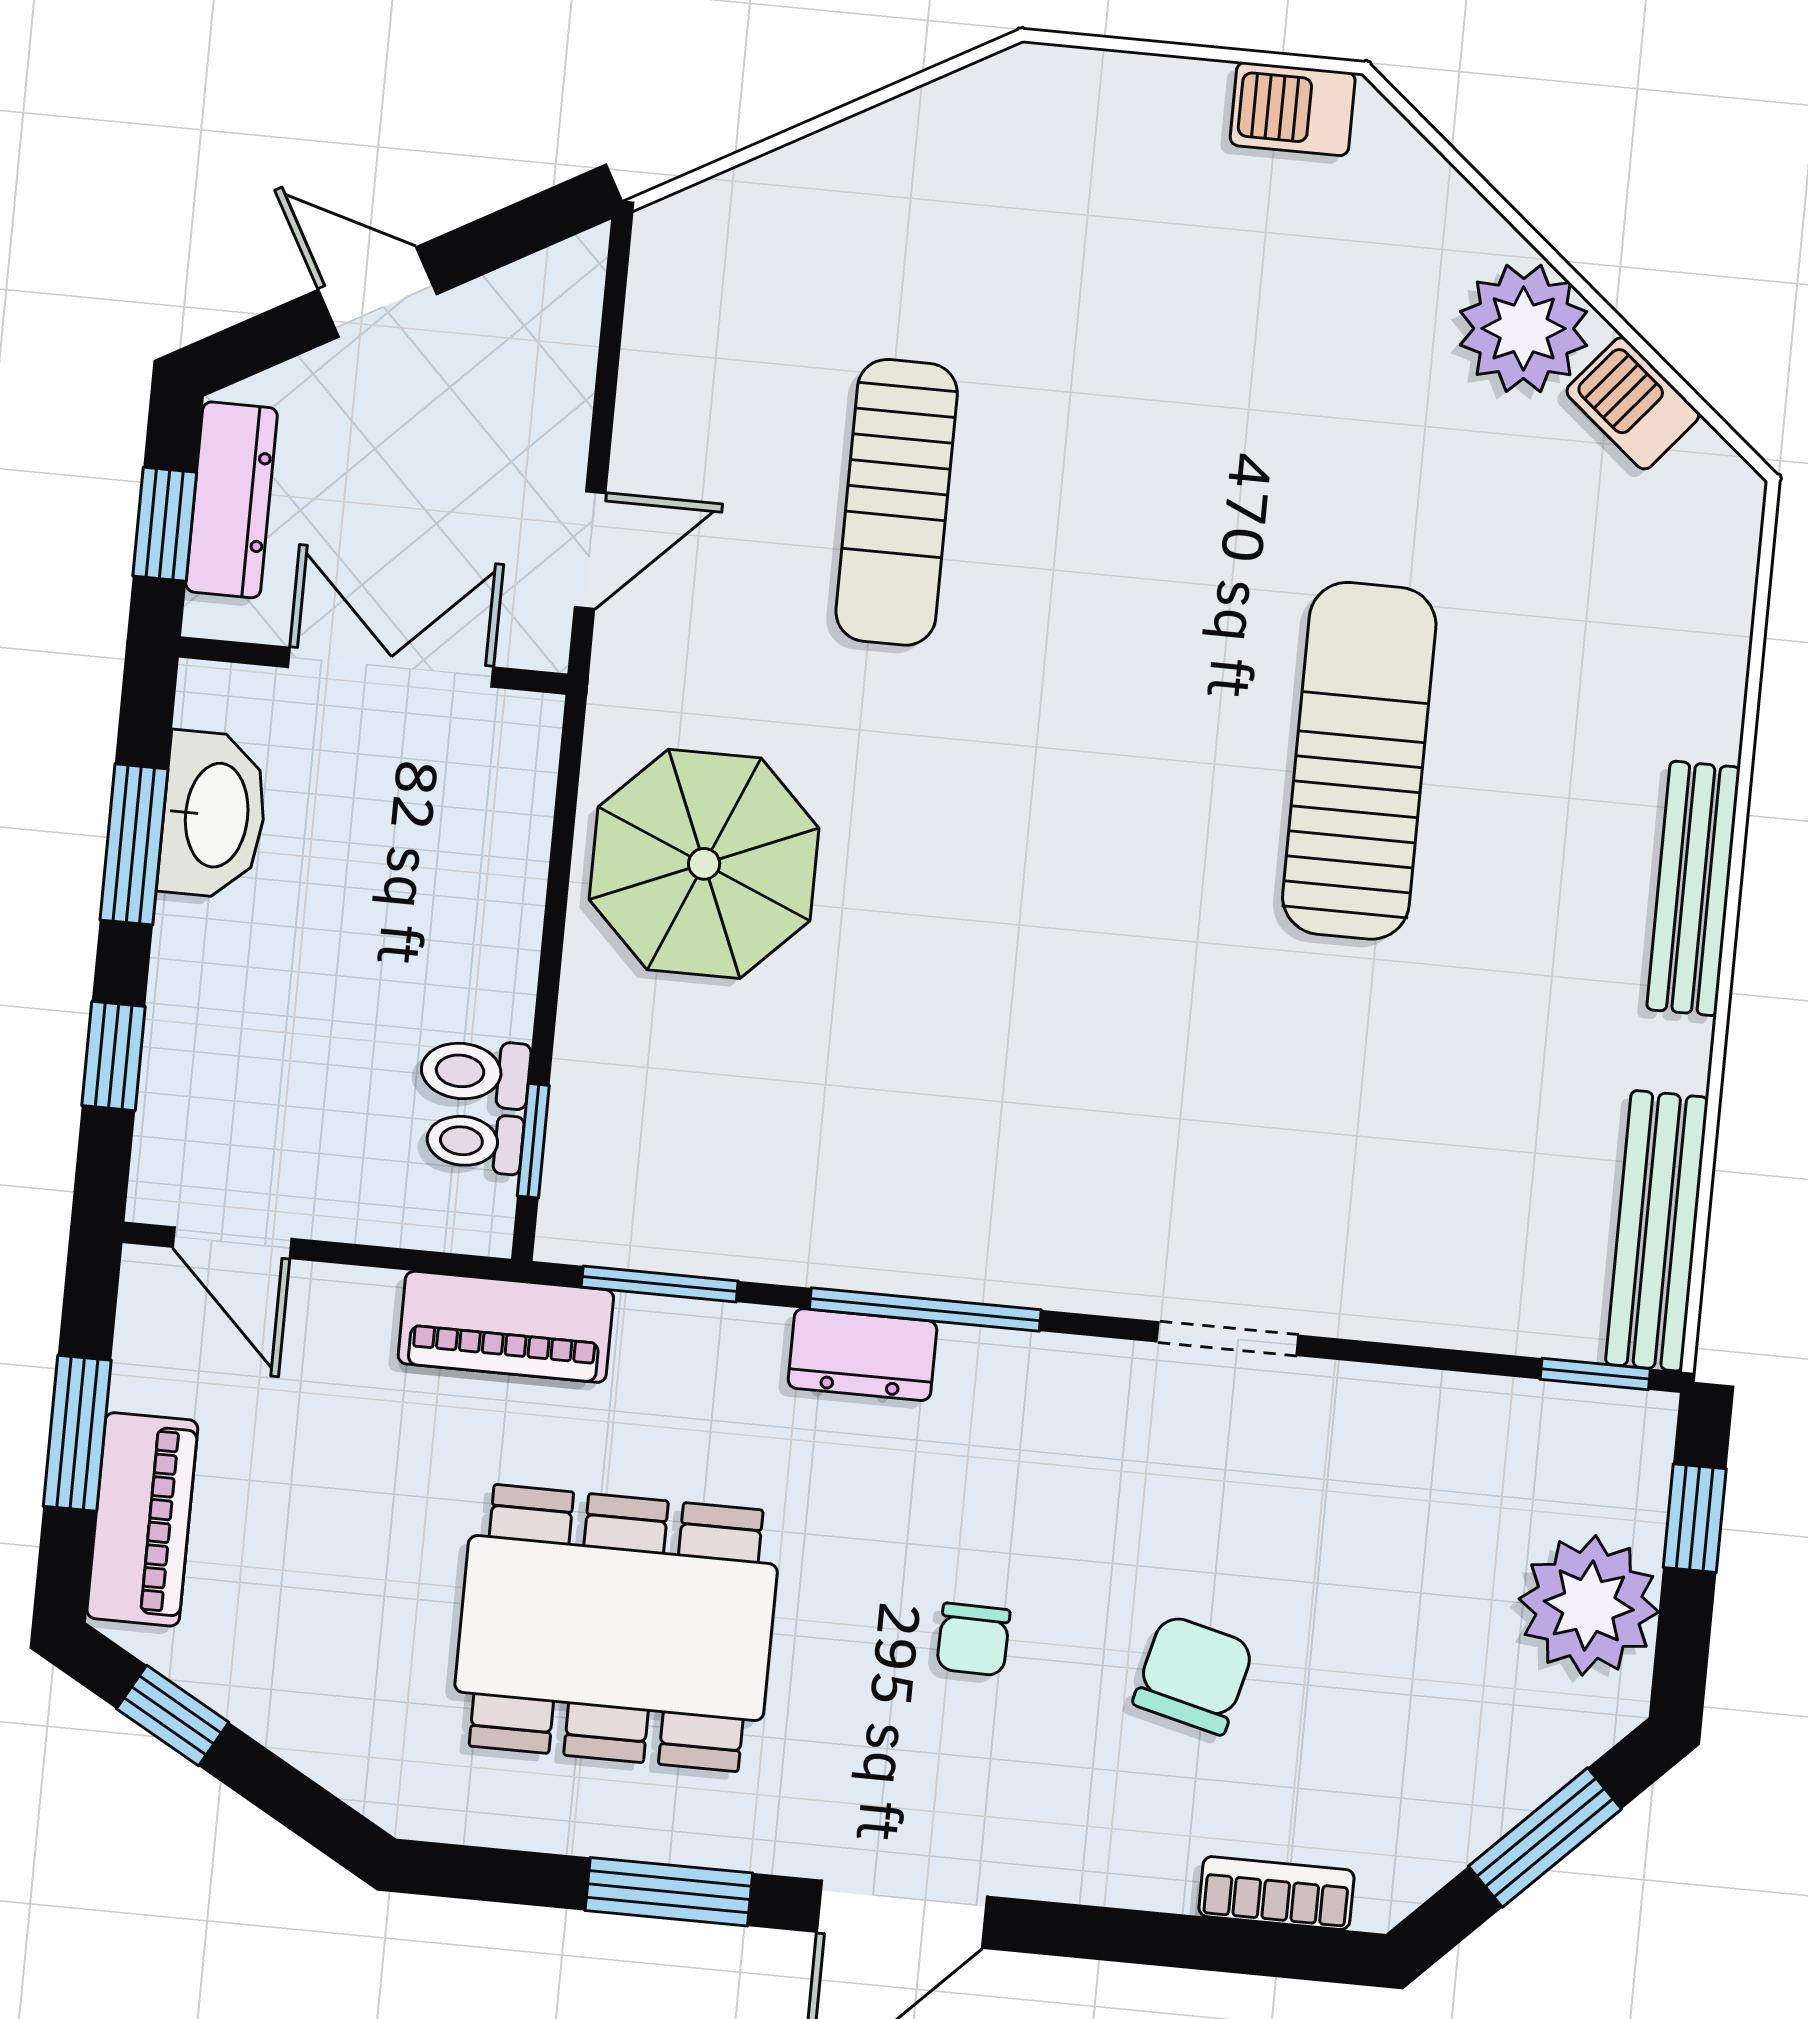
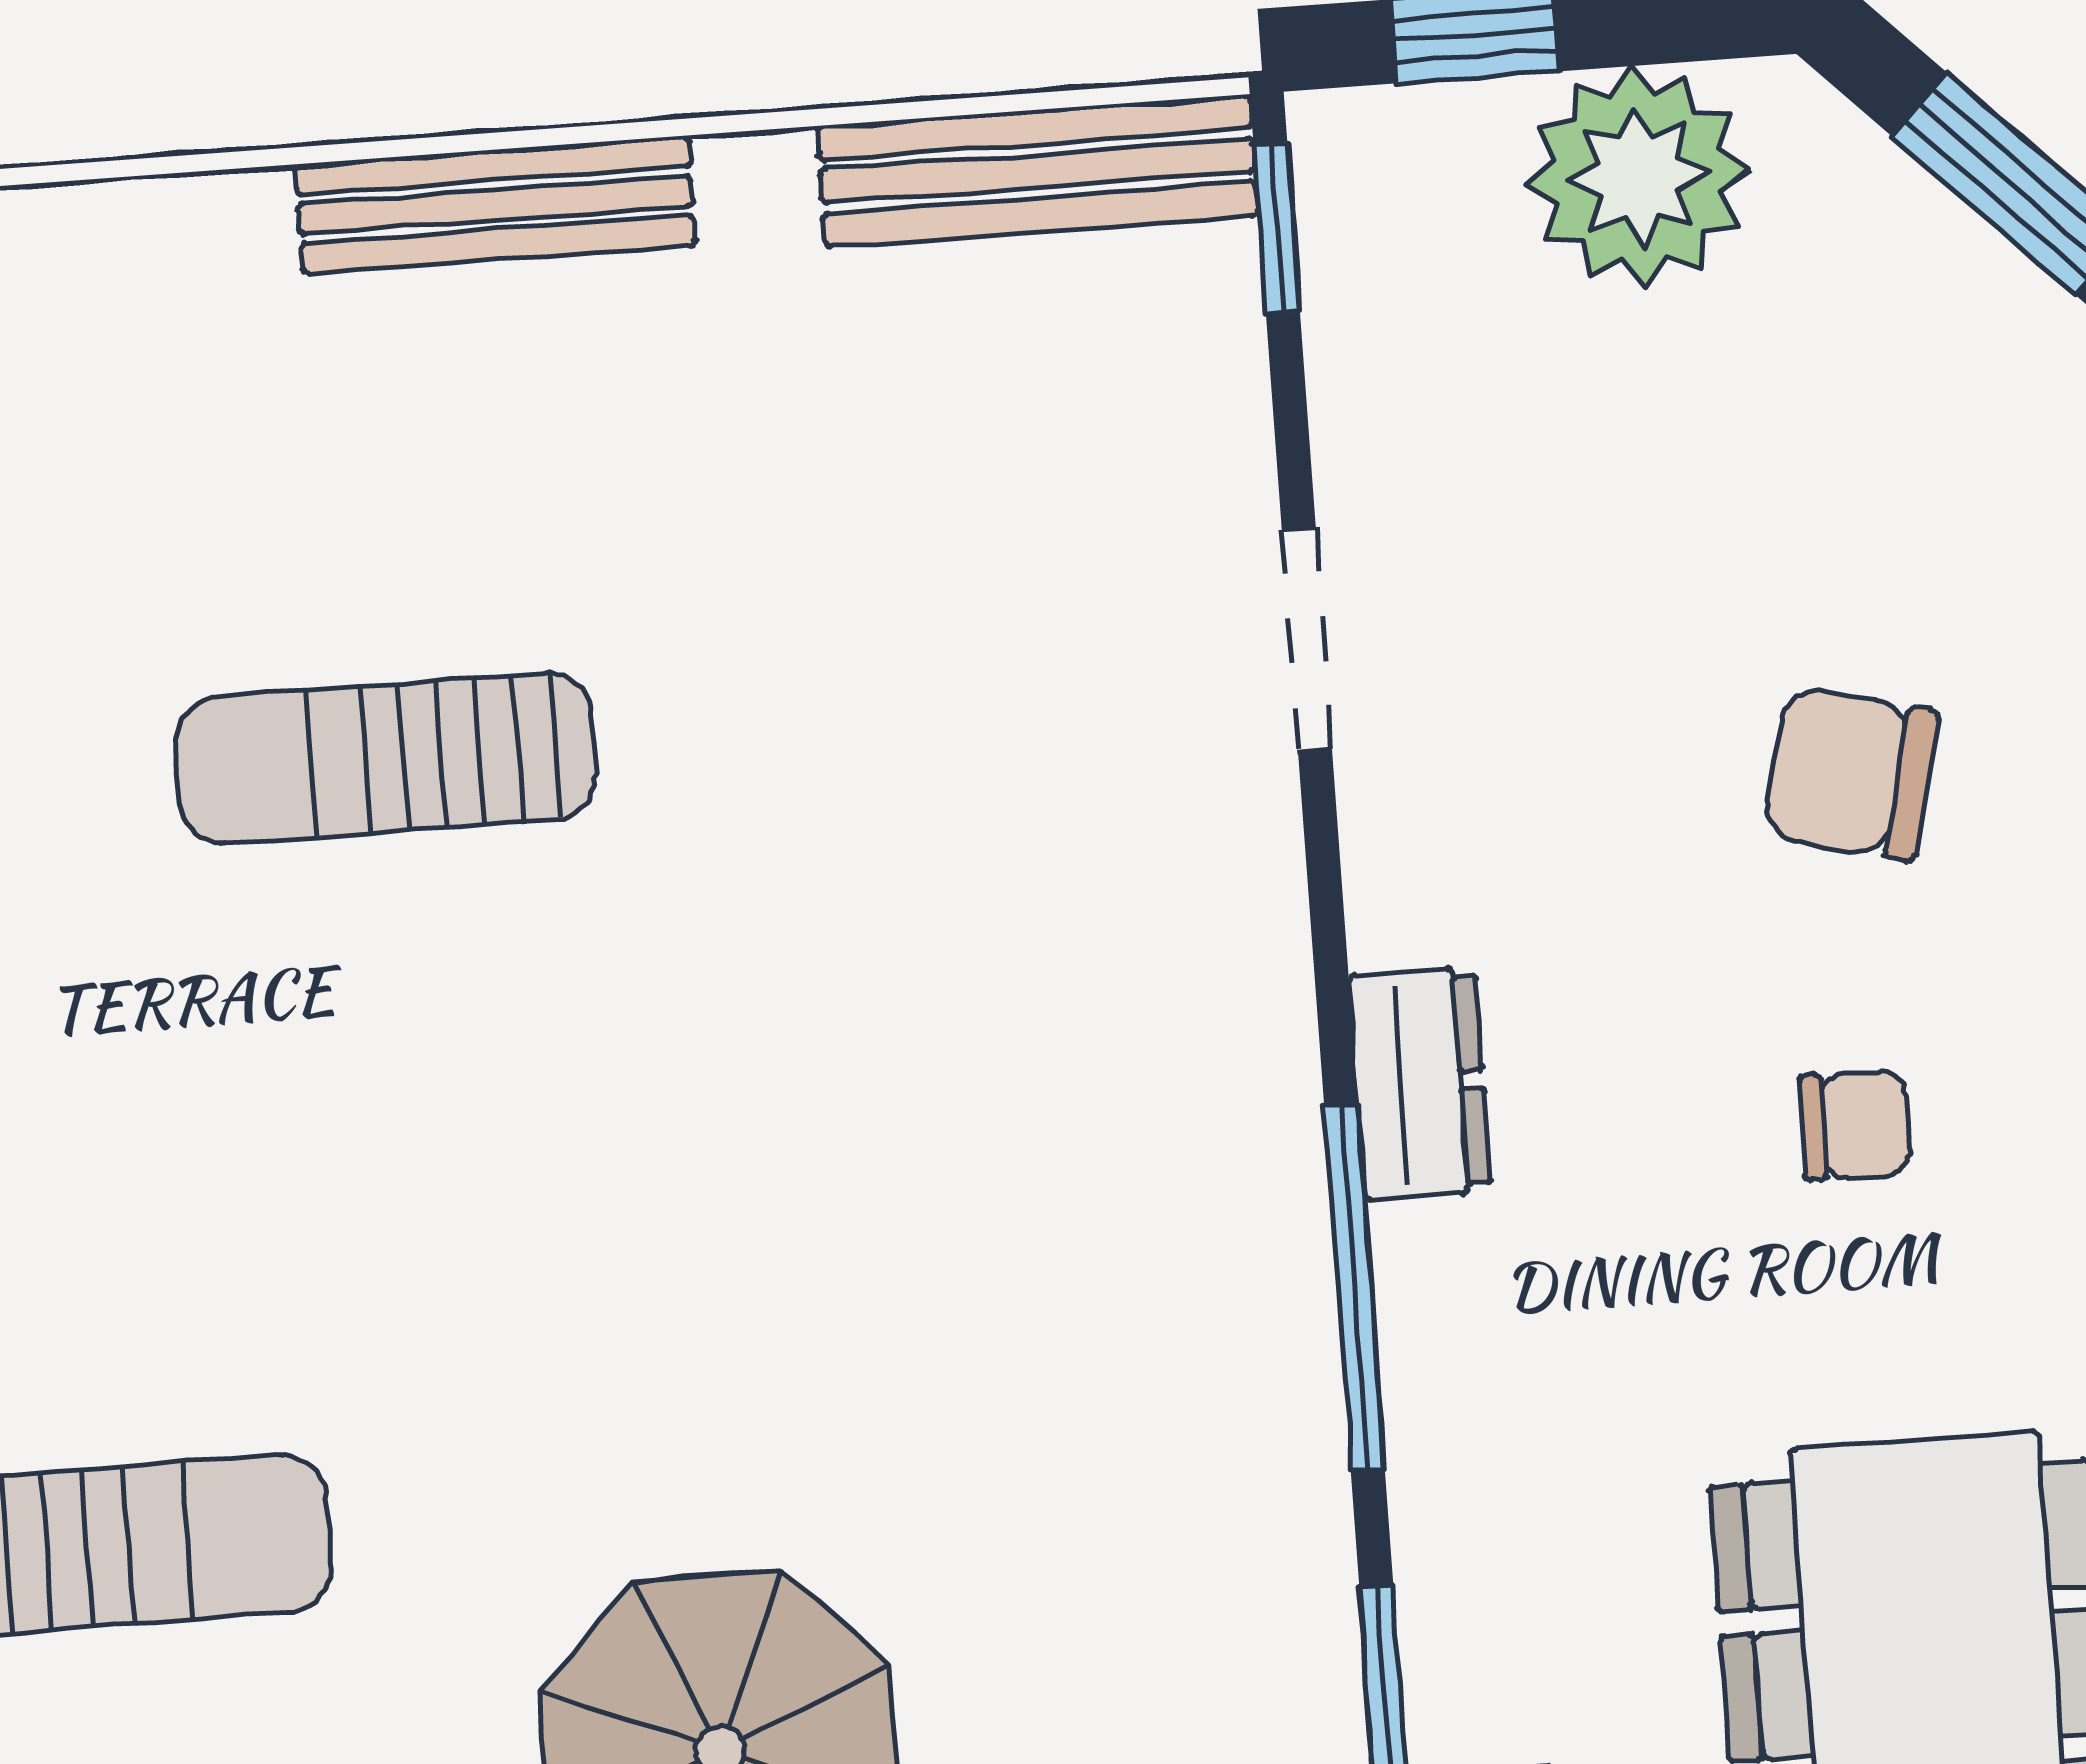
sun lounger: (1359, 761) -> (386, 758), width x0.73, depth x0.75
doorway: (1228, 1339) -> (1307, 639), moved
dresser: (862, 1355) -> (1420, 1083), moved

